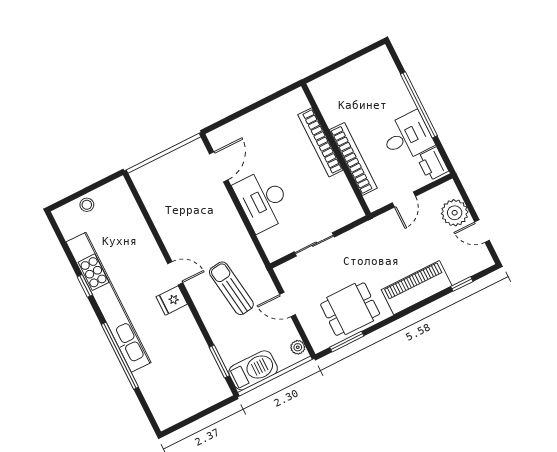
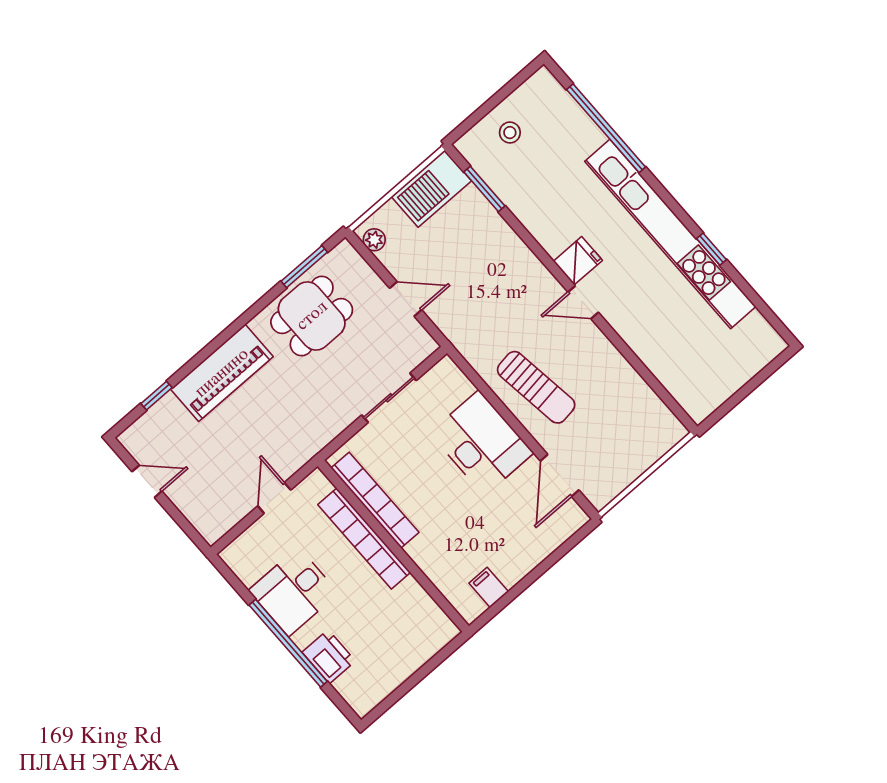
filing cabinet: (282, 107) -> (489, 587), added
bookcase: (320, 142) -> (375, 500), moved
printer: (433, 164) -> (329, 657), moved
stool: (87, 205) -> (510, 133), moved
plant: (455, 213) -> (194, 498), removed
sun lounger: (231, 288) -> (536, 387), moved
window: (120, 356) -> (606, 128), moved

